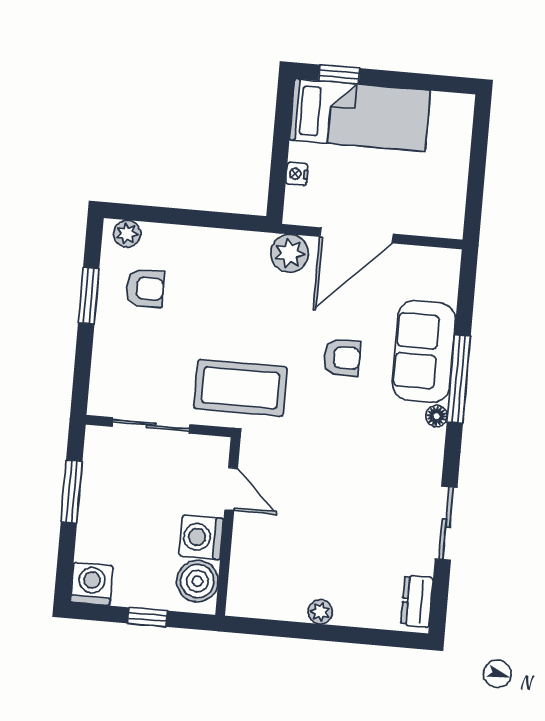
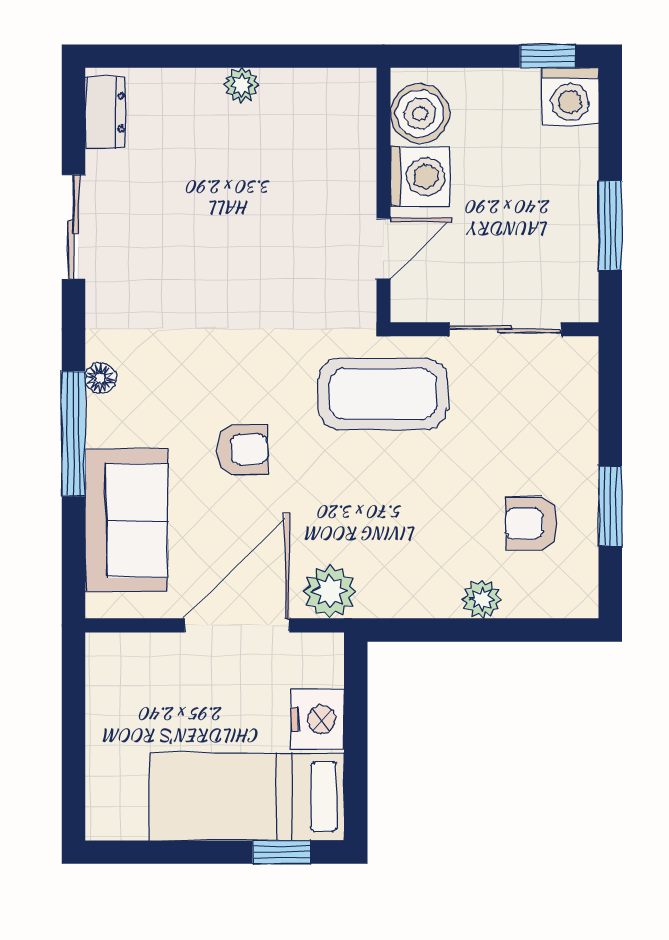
nightstand: (297, 174) -> (317, 719), width x1.89, depth x1.79
plant: (127, 234) -> (482, 599), moved
sofa: (424, 351) -> (126, 520), moved
armchair: (342, 358) -> (242, 450), turned 180
door: (231, 489) -> (384, 249), swing flipped
window: (147, 617) -> (548, 56), moved

